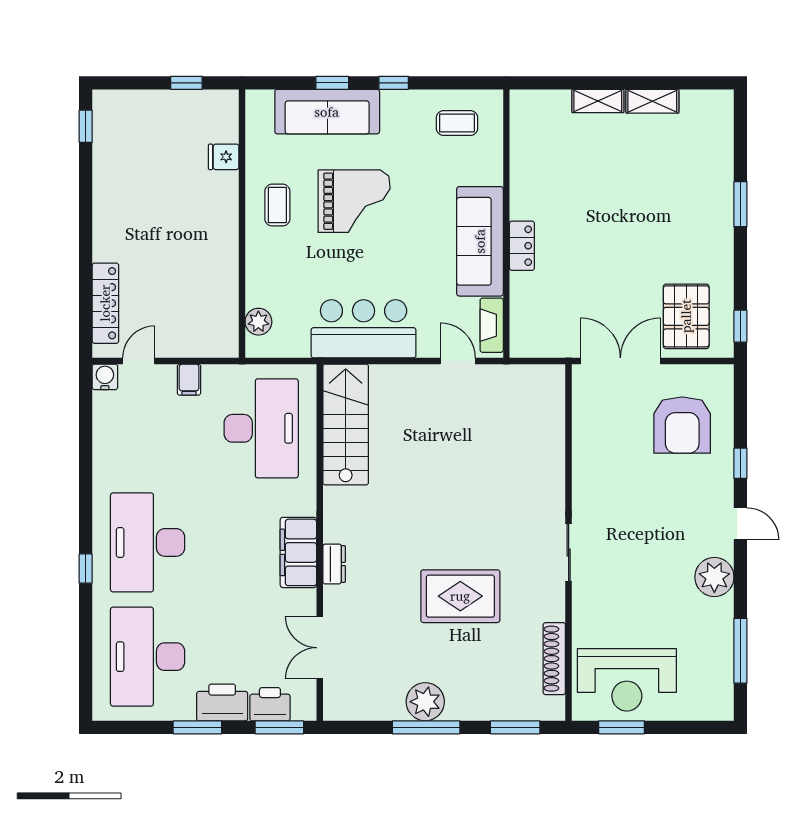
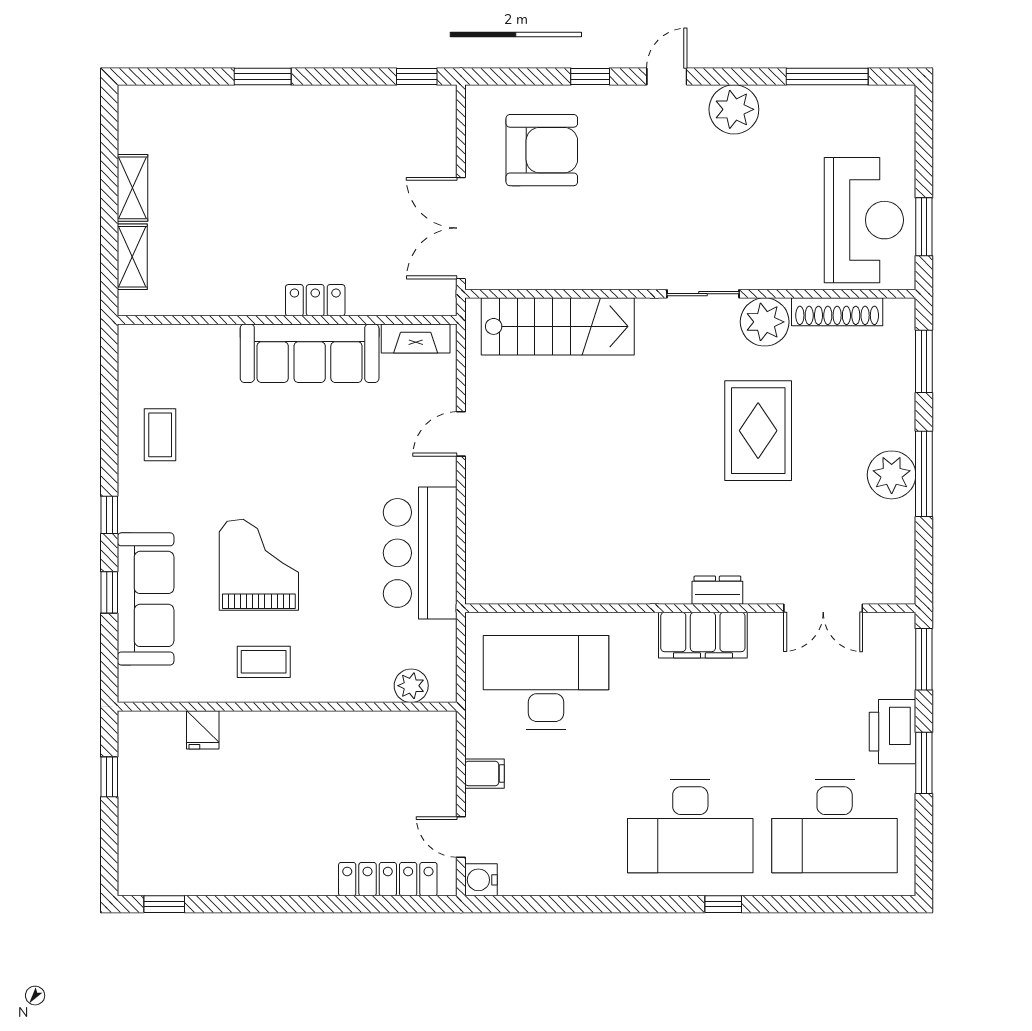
wall: (506, 224) -> (287, 320), moved
sofa: (480, 241) -> (310, 353), moved
locker: (522, 246) -> (315, 300), moved
pallet: (686, 316) -> (404, 145), removed
fireplace: (492, 325) -> (416, 339), moved
stairs: (346, 425) -> (558, 326), moved, turned 180
plant: (546, 601) -> (765, 322), added
printer: (270, 704) -> (895, 671), removed

